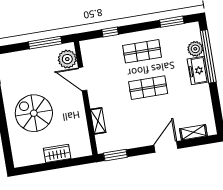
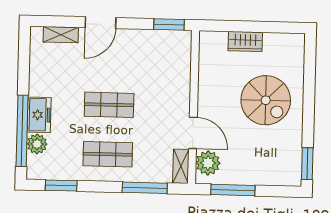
window: (110, 32) -> (145, 188), width x2.17
shelving: (98, 121) -> (181, 166), moved

